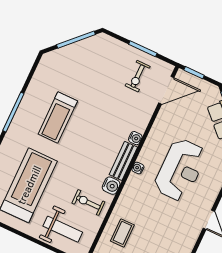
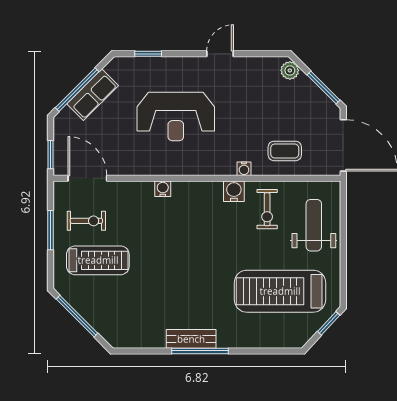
treadmill: (58, 117) -> (98, 260), moved
bench: (123, 161) -> (191, 339), moved
water cooler: (138, 168) -> (244, 169), moved
reception desk: (180, 170) -> (176, 117), turned 180

